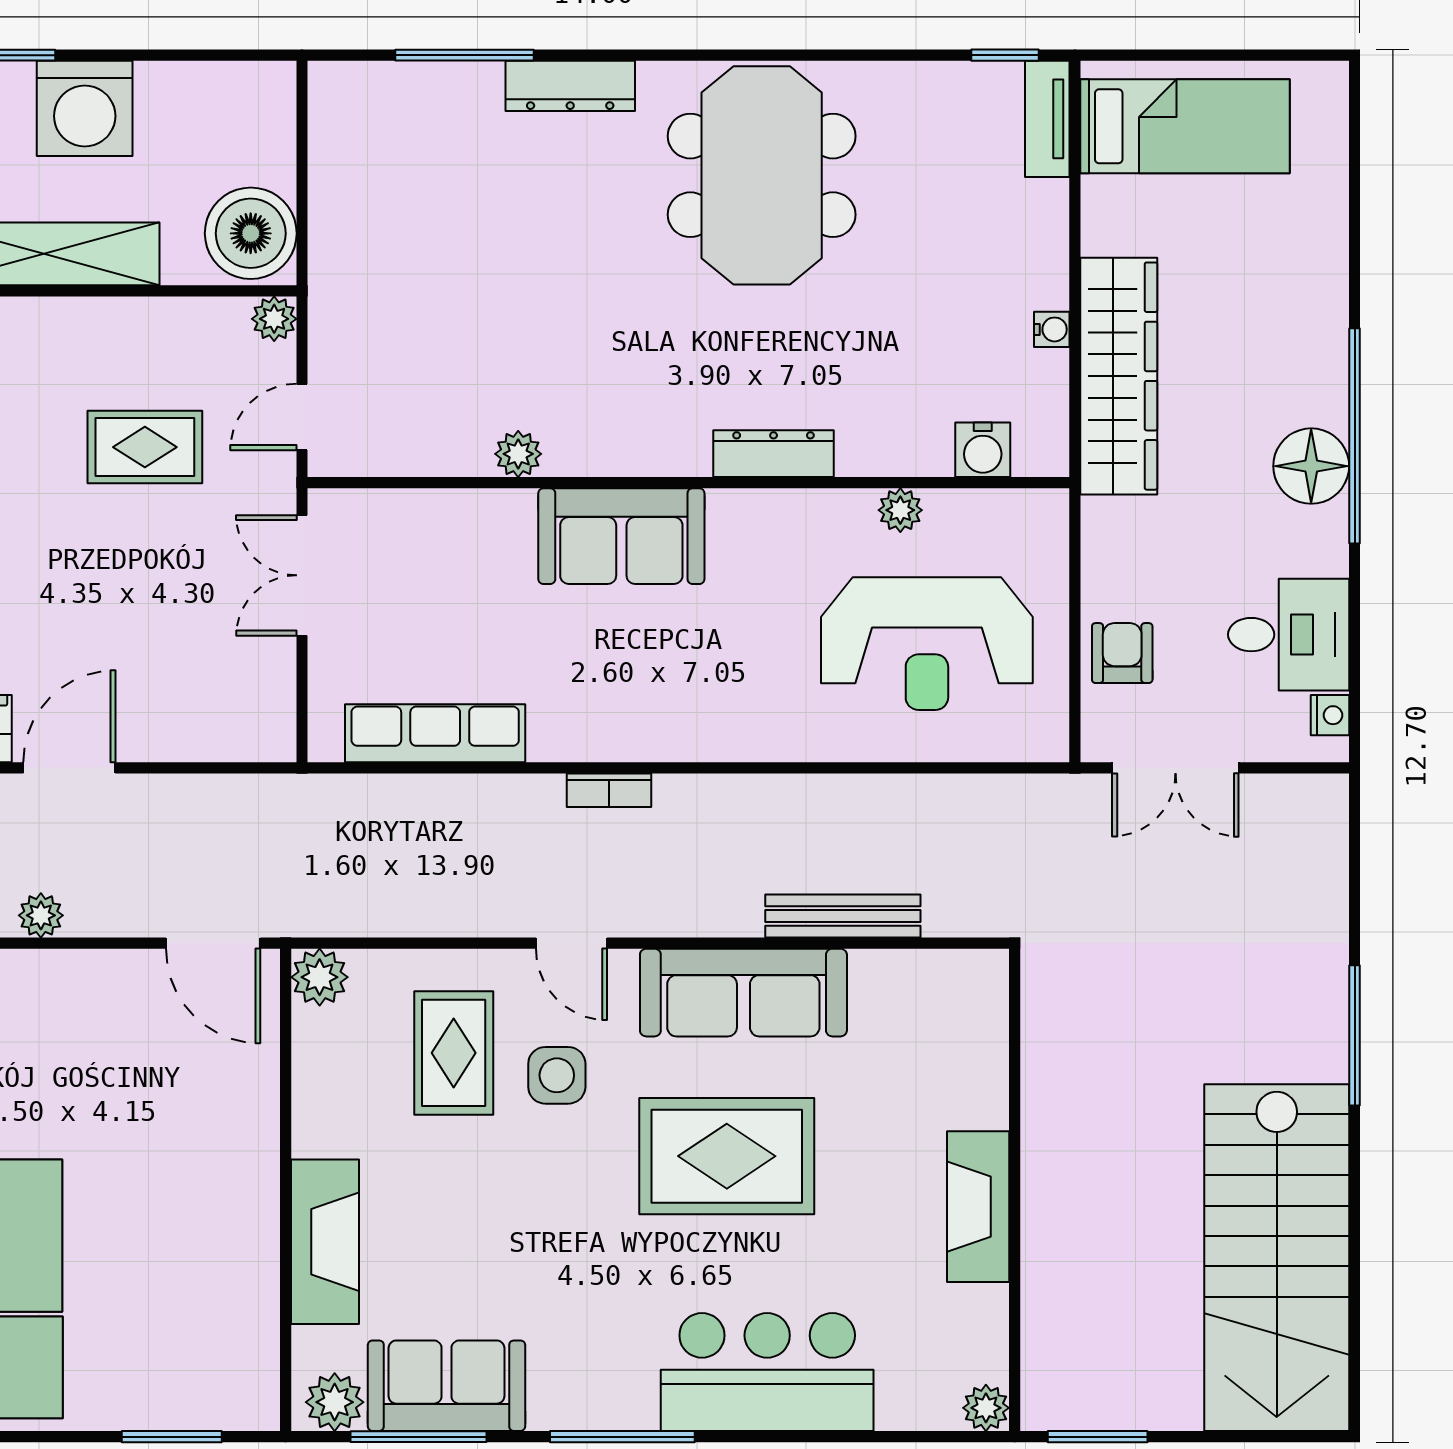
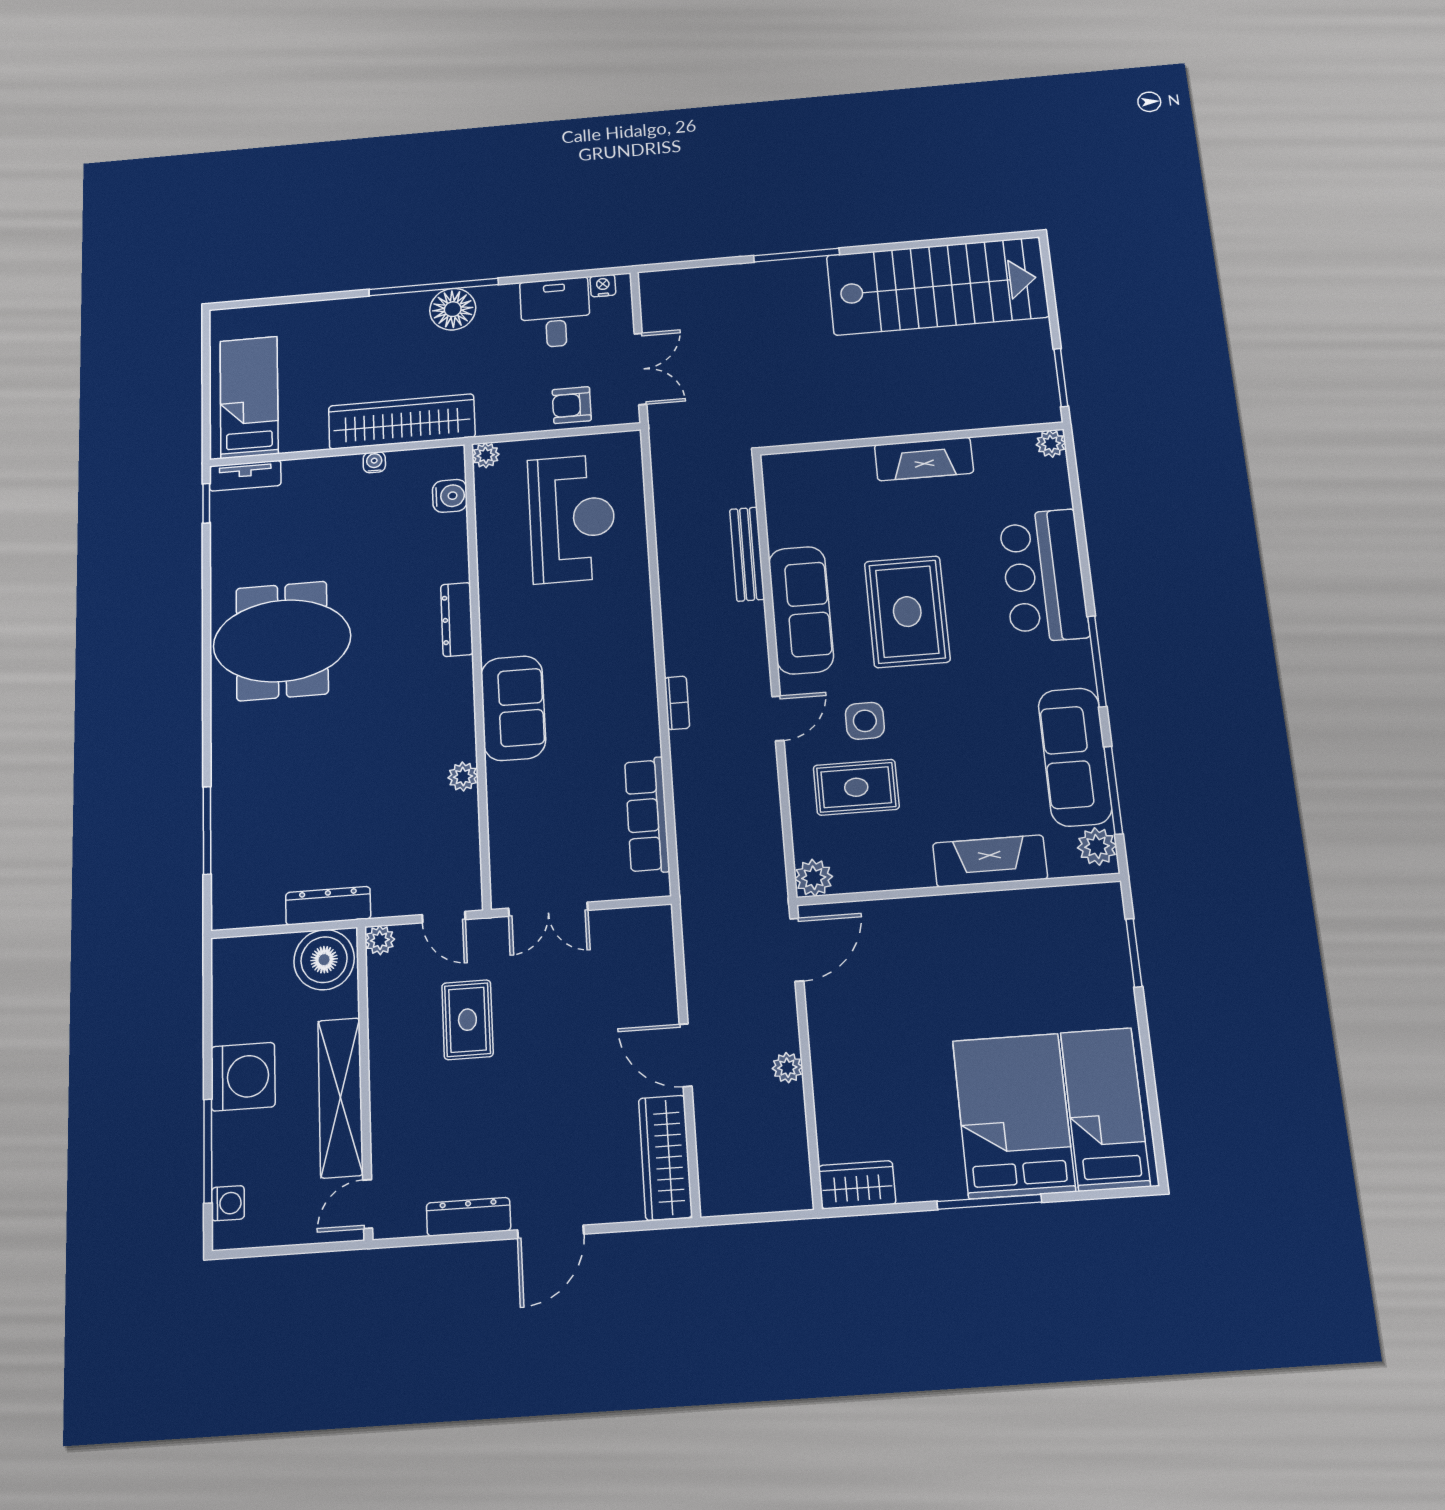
dresser: (570, 86) -> (328, 906), moved, turned -90
plant: (900, 510) -> (486, 455), moved
sofa: (446, 1386) -> (1075, 757), width x1.36

